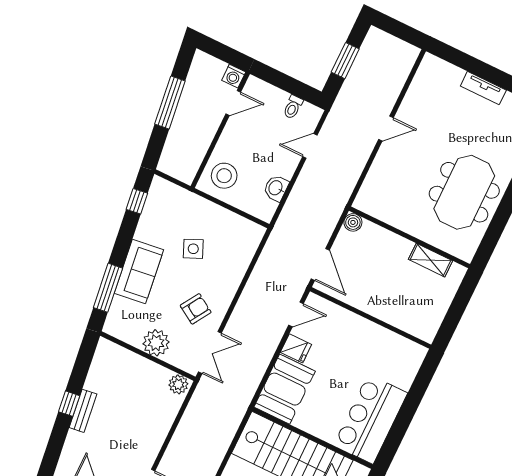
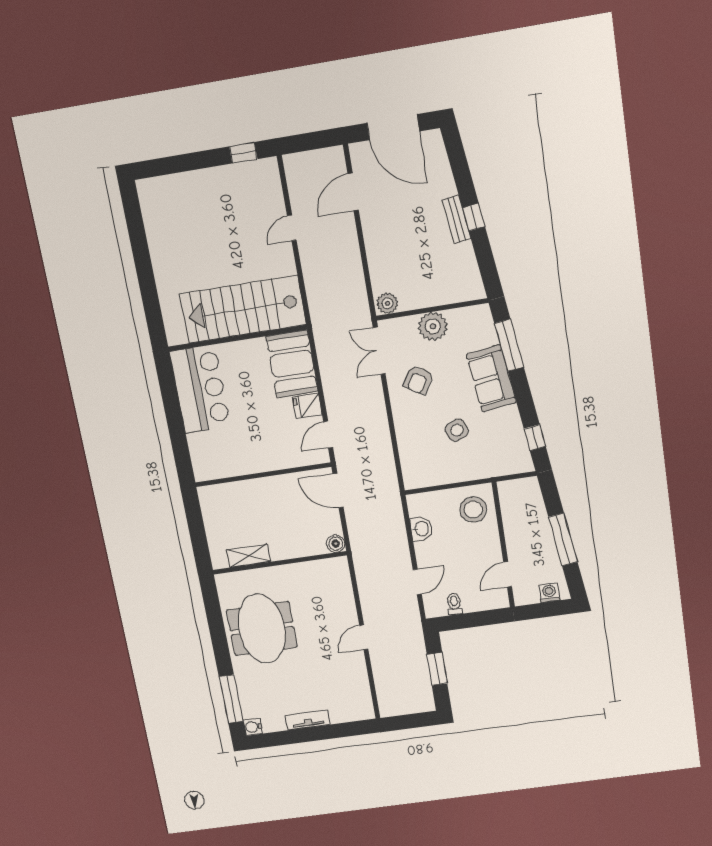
washing machine: (234, 76) -> (549, 593), moved

